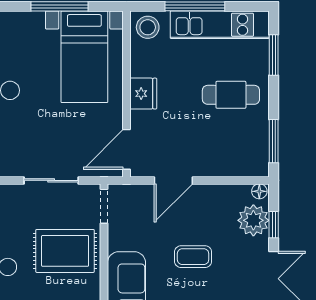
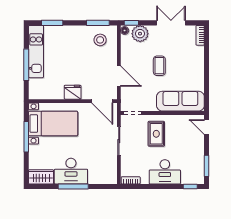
stool: (148, 27) -> (100, 40), moved
cafe table: (231, 95) -> (73, 46), removed
window: (274, 225) -> (131, 23), moved
rug: (65, 251) -> (156, 134), width x0.73, depth x0.70

